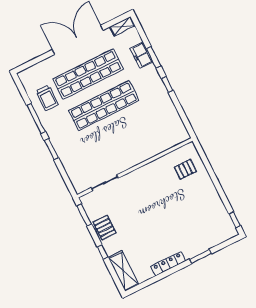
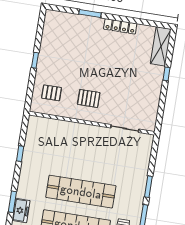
window: (167, 84) -> (20, 154), moved
window: (84, 215) -> (160, 114), removed
window: (235, 220) -> (35, 60), moved
pallet: (105, 228) -> (89, 98), moved, turned 90

